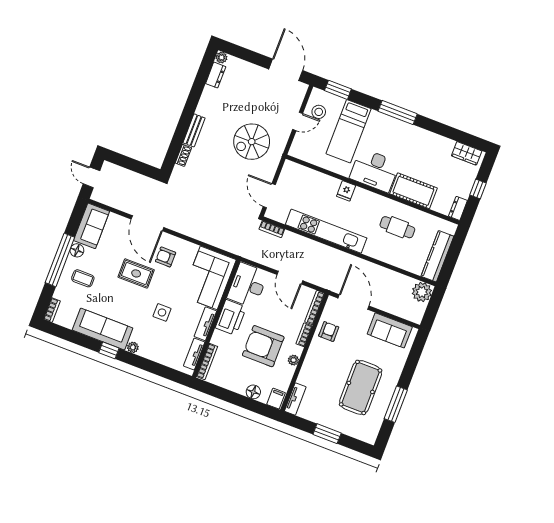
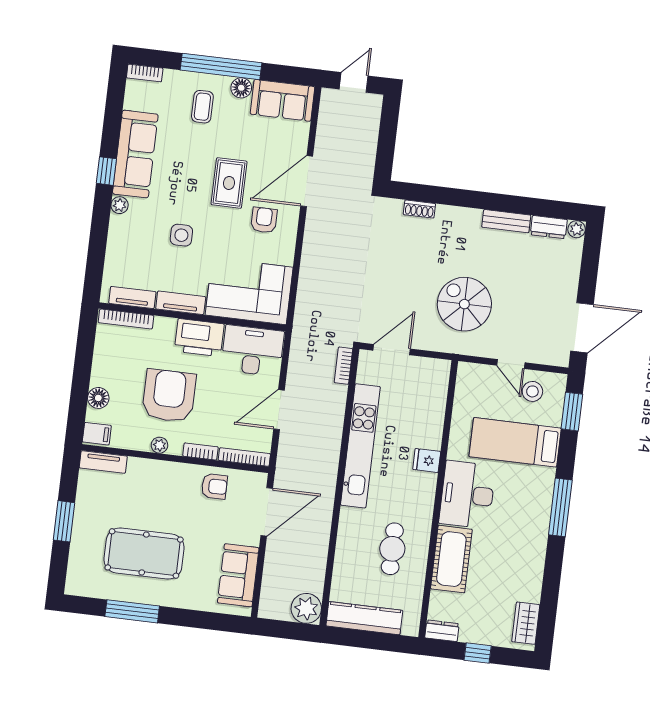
bench: (194, 130) -> (506, 221), moved

